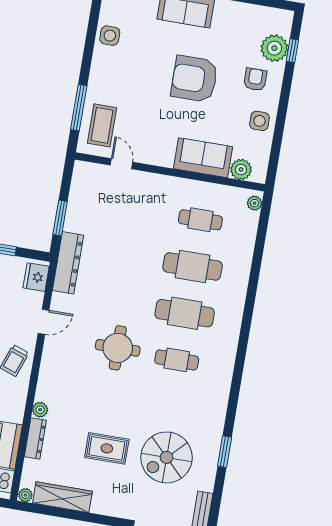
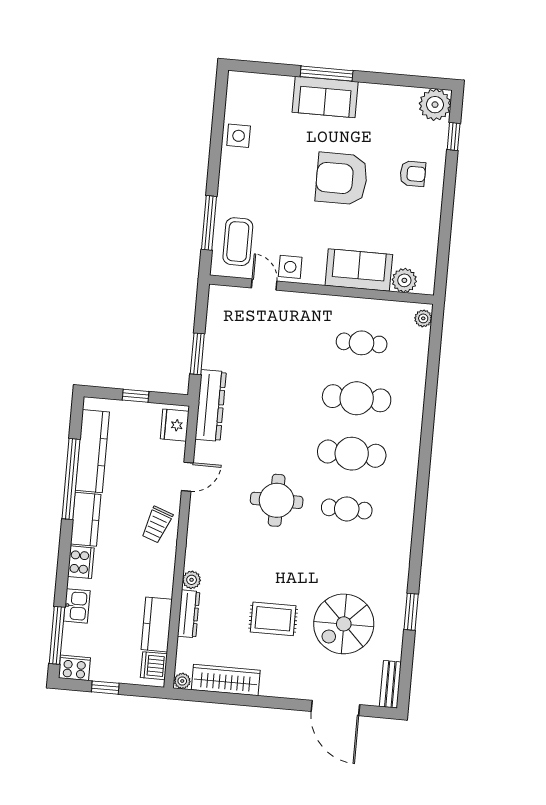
plant: (274, 48) -> (435, 105), moved
armchair: (255, 79) -> (413, 174), turned 90
side table: (259, 121) -> (290, 267), moved

